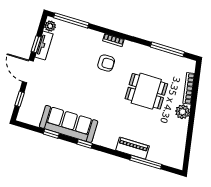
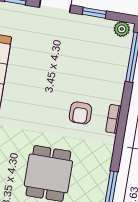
tv unit: (44, 45) -> (94, 24), removed

